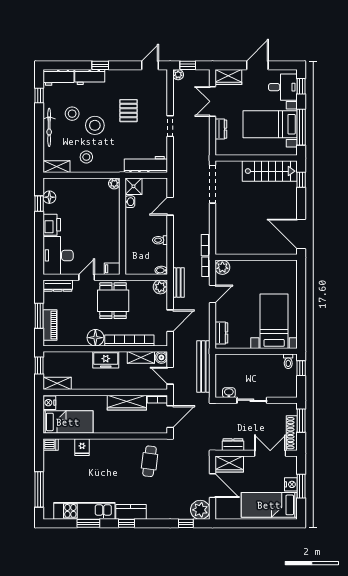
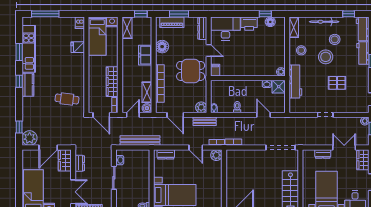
workbench: (146, 164) -> (295, 81), moved
floor lamp: (95, 338) -> (162, 47), moved
freezer: (106, 360) -> (145, 55), moved

